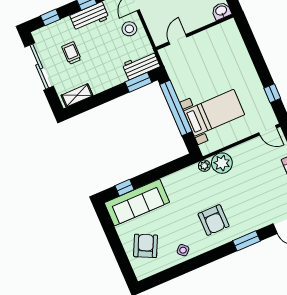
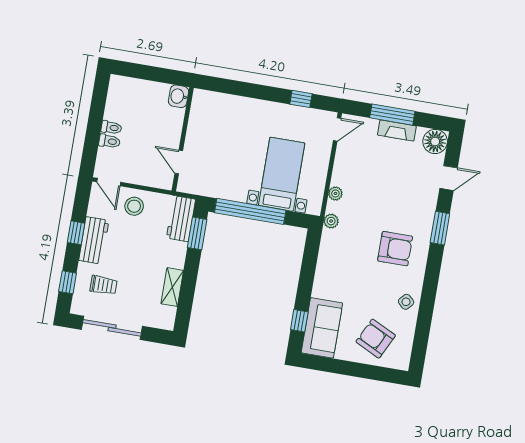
trolley: (71, 53) -> (104, 285), moved, turned 180
shelving: (77, 95) -> (172, 287), moved
plant: (222, 163) -> (335, 193), width x0.53, depth x0.53
sofa: (137, 202) -> (322, 328), width x0.73

